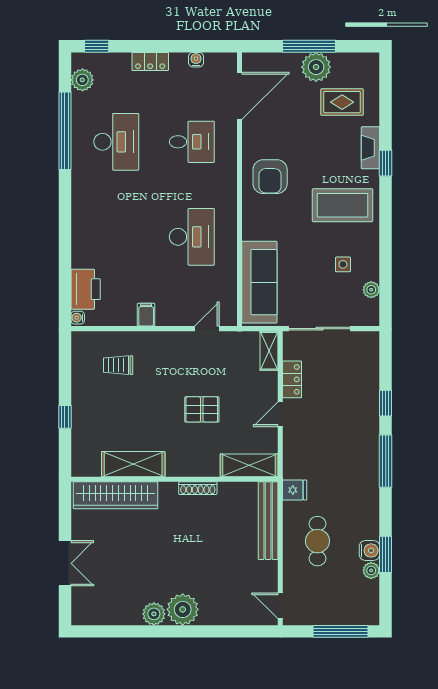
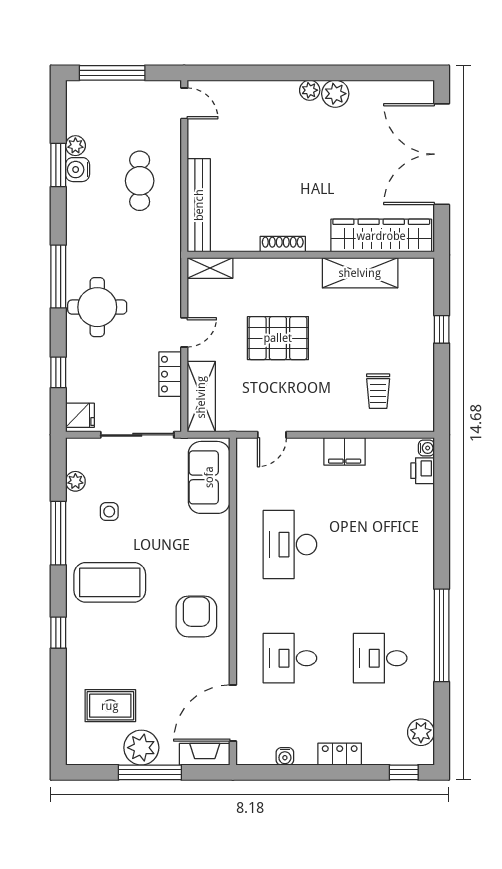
window: (65, 131) -> (442, 635), moved
desk: (116, 142) -> (380, 658), width x0.73
fireplace: (370, 148) -> (205, 754), moved, turned -90
window: (386, 246) -> (58, 533), added
sofa: (259, 282) -> (209, 477), width x0.73
printer: (86, 289) -> (423, 471), width x0.53, depth x0.68
filing cabinet: (146, 315) -> (345, 451), width x2.00
shelving: (269, 351) -> (201, 397), width x1.50, depth x1.33
trolley: (118, 365) -> (378, 391), turned 90
window: (386, 403) -> (58, 372), moved
pallet: (202, 409) -> (278, 338), width x1.50, depth x1.42
round table: (353, 435) -> (97, 307), added
shelving: (249, 465) -> (210, 268), width x0.67, depth x0.75
fridge: (295, 490) -> (80, 415), moved, turned 180
double door: (65, 563) -> (442, 154), width x1.87
plant: (183, 609) -> (310, 90), width x0.53, depth x0.53

